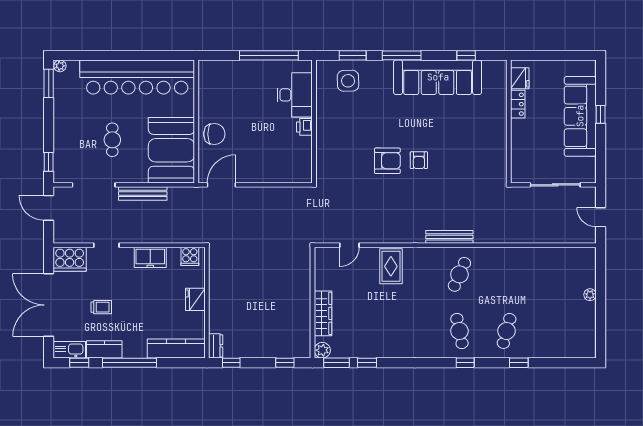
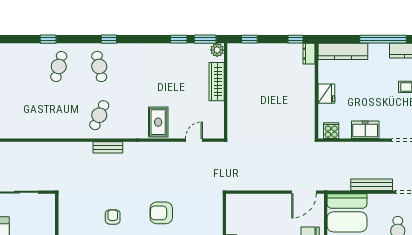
armchair: (419, 160) -> (113, 217), moved
bench: (449, 237) -> (108, 147), width x0.73
window: (465, 363) -> (109, 39), moved

